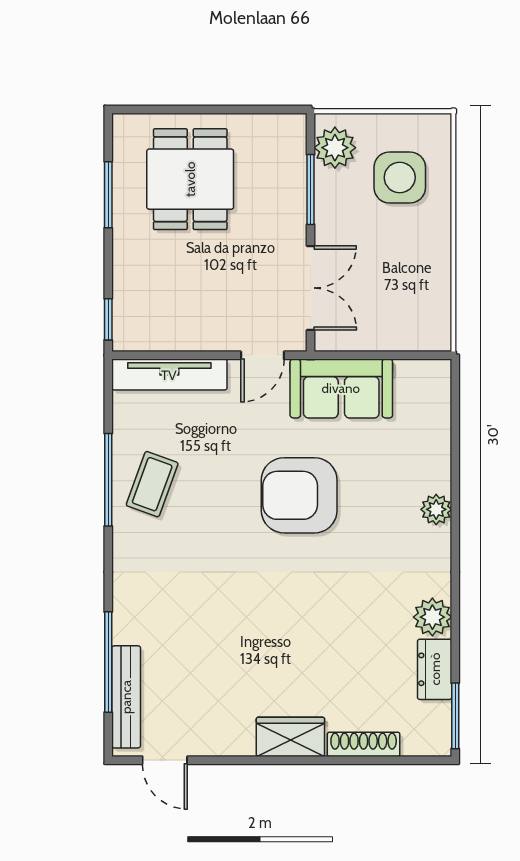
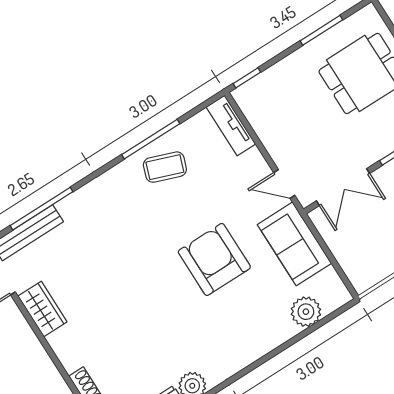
tv unit: (169, 375) -> (231, 126), width x0.71
plant: (436, 509) -> (306, 312), moved, width x1.38, depth x1.38
wardrobe: (290, 737) -> (42, 309), moved

